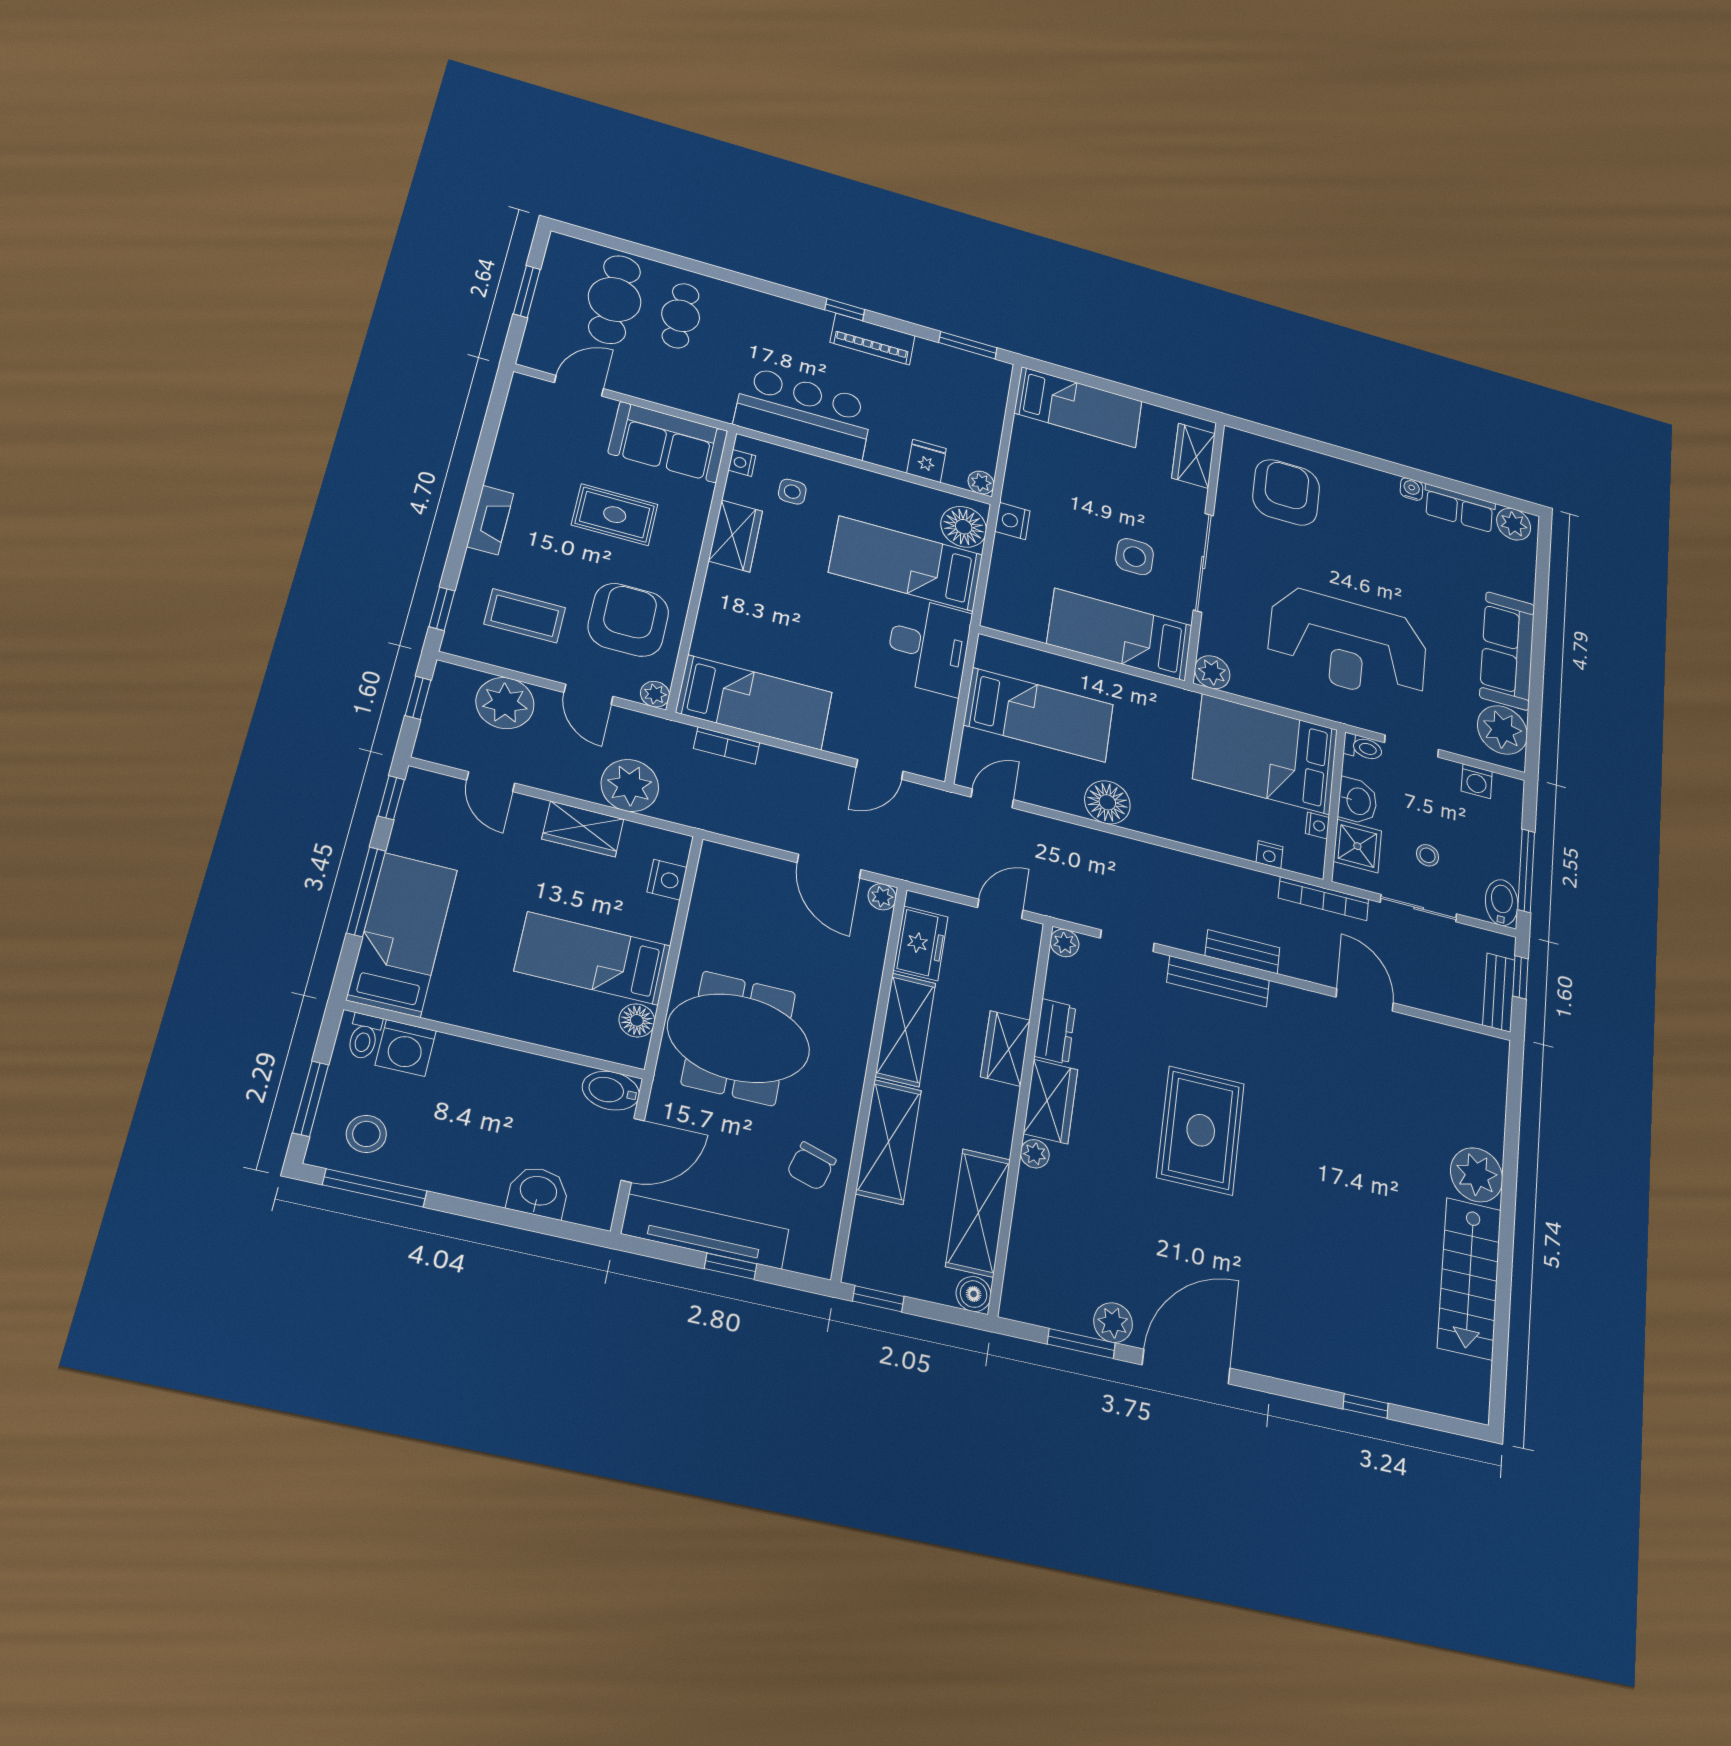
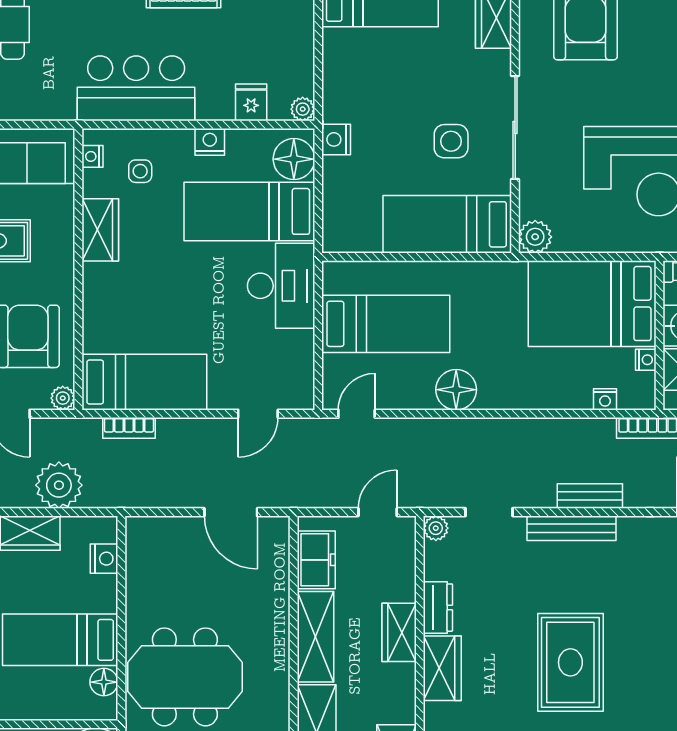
nightstand: (875, 485) -> (210, 142), added
plant: (882, 897) -> (278, 527), removed
plant: (1035, 1154) -> (435, 715), removed

